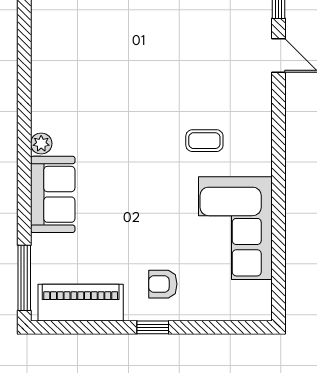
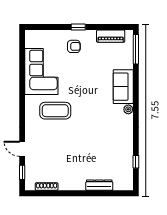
window: (24, 27) -> (136, 162), added
coffee table: (204, 141) -> (55, 111), width x1.86, depth x1.72
piano: (81, 303) -> (111, 36), width x0.73, depth x0.75

